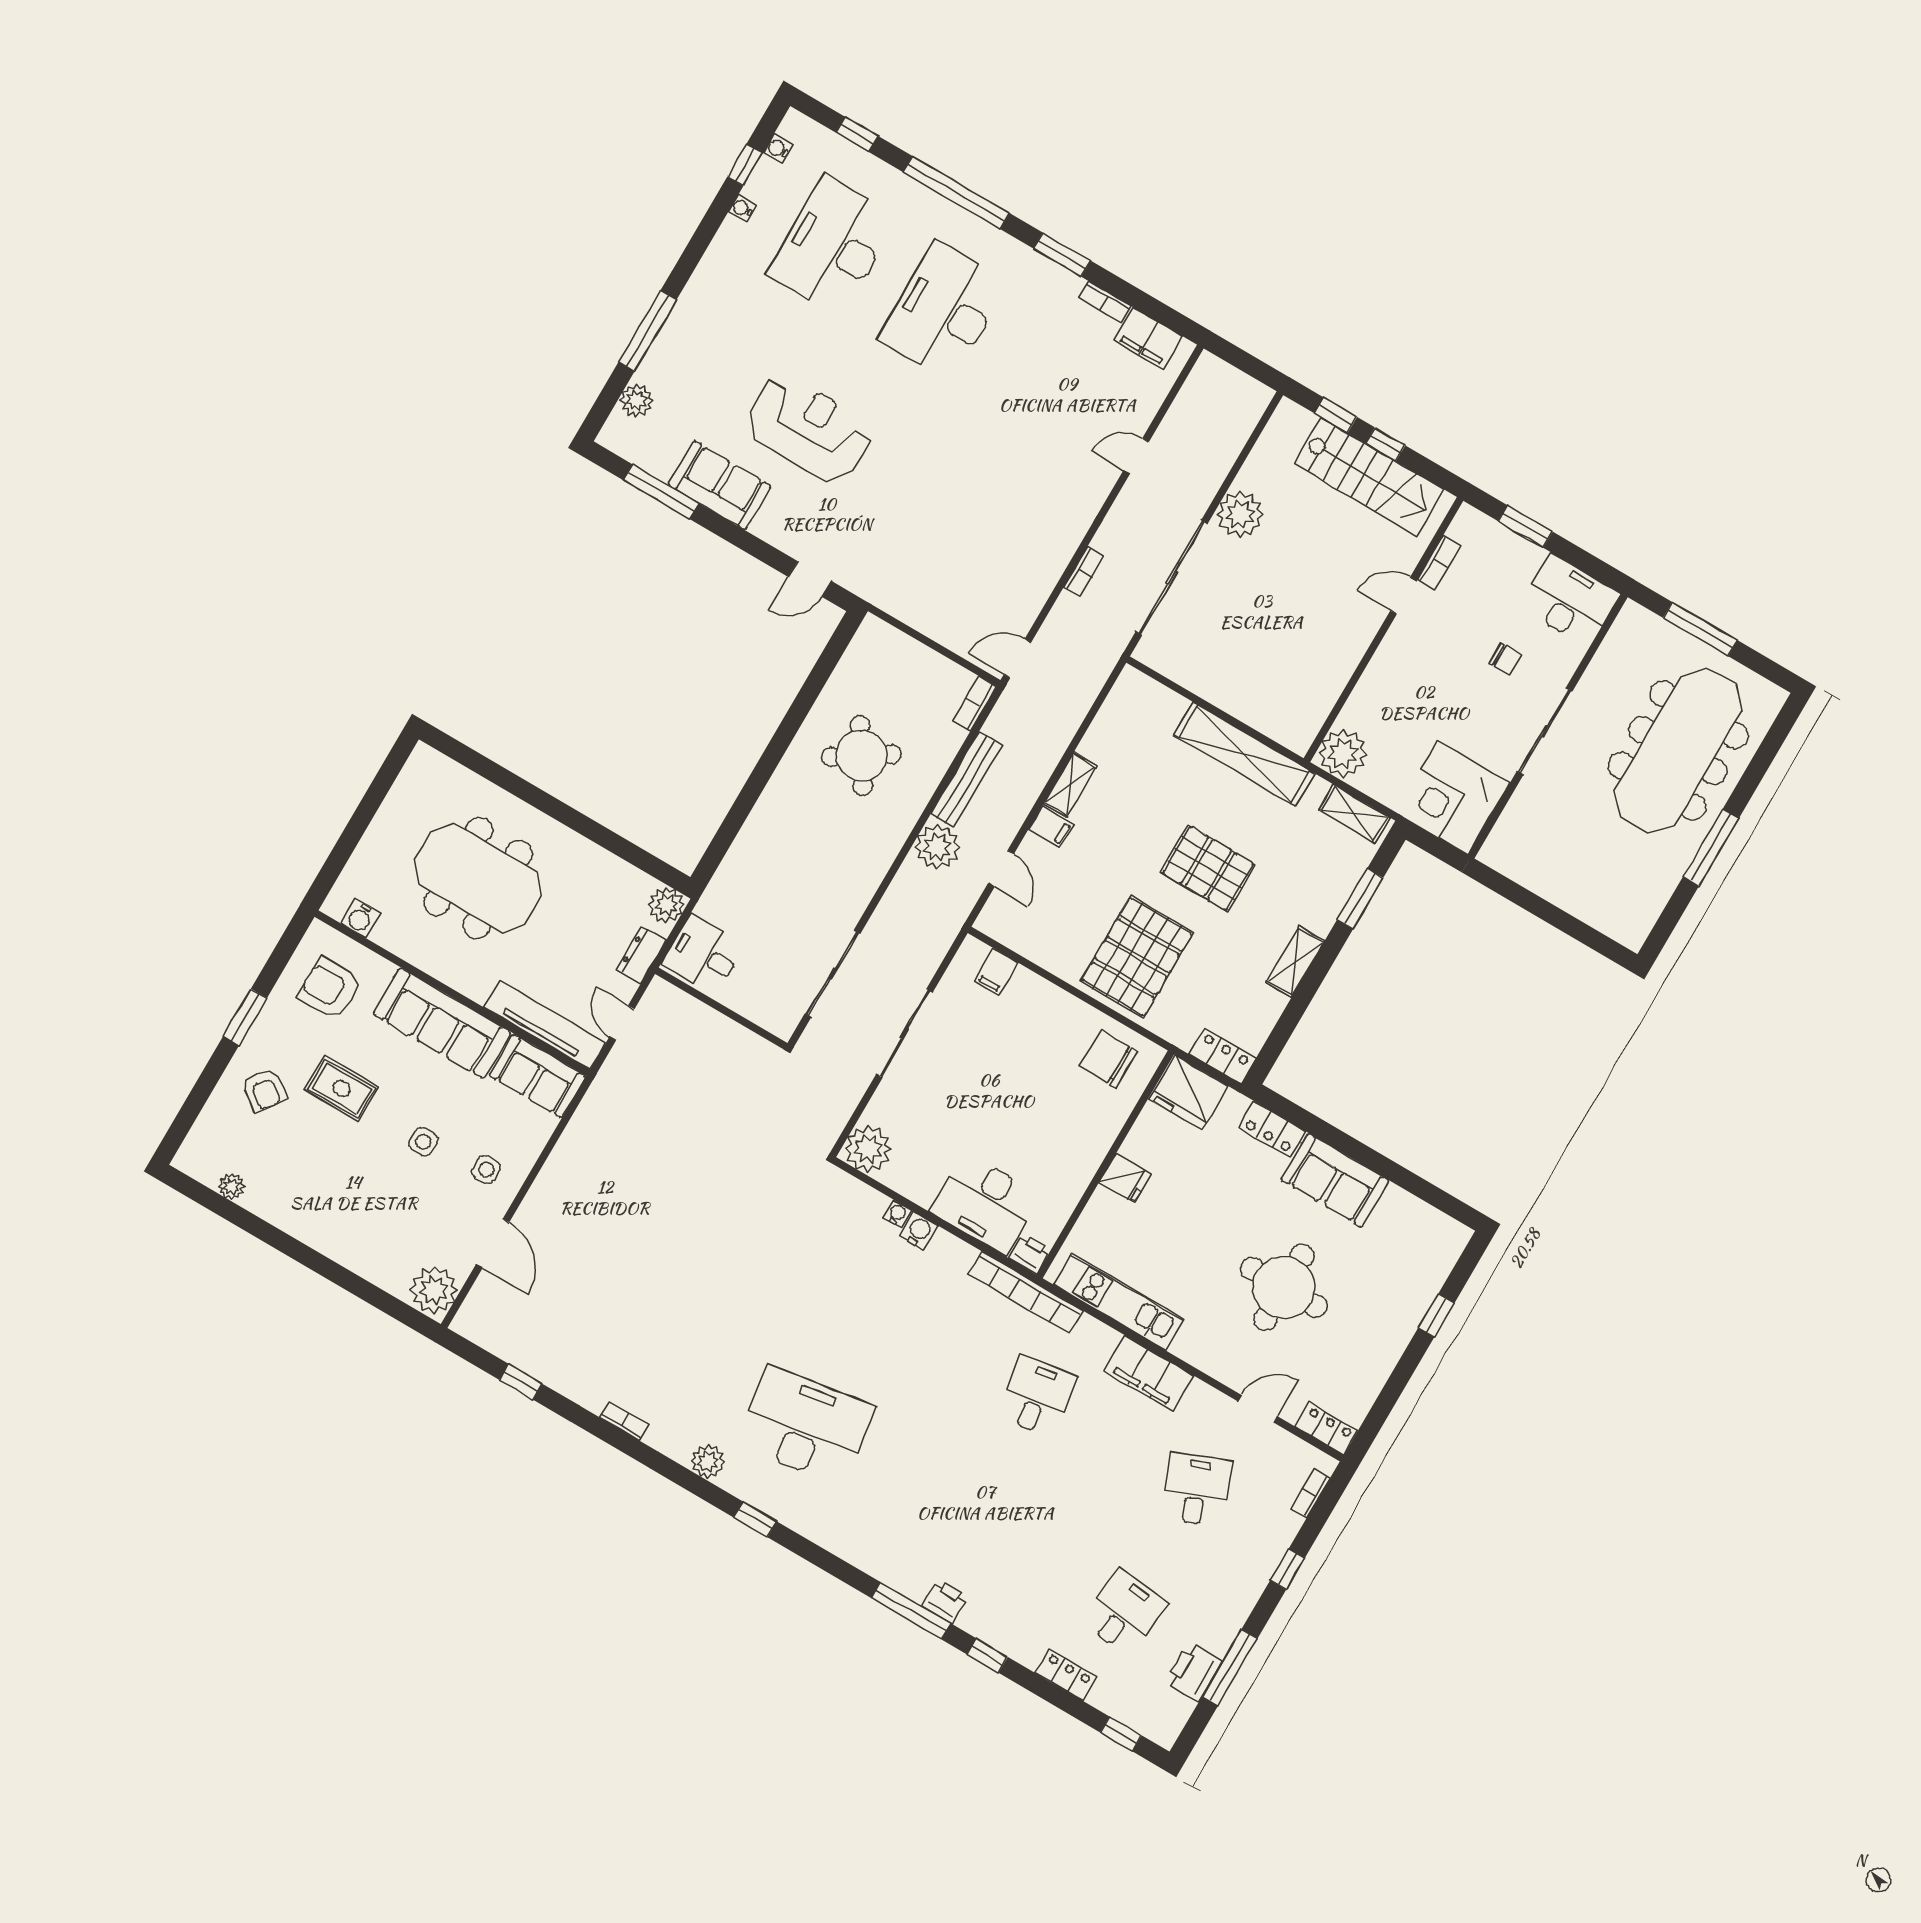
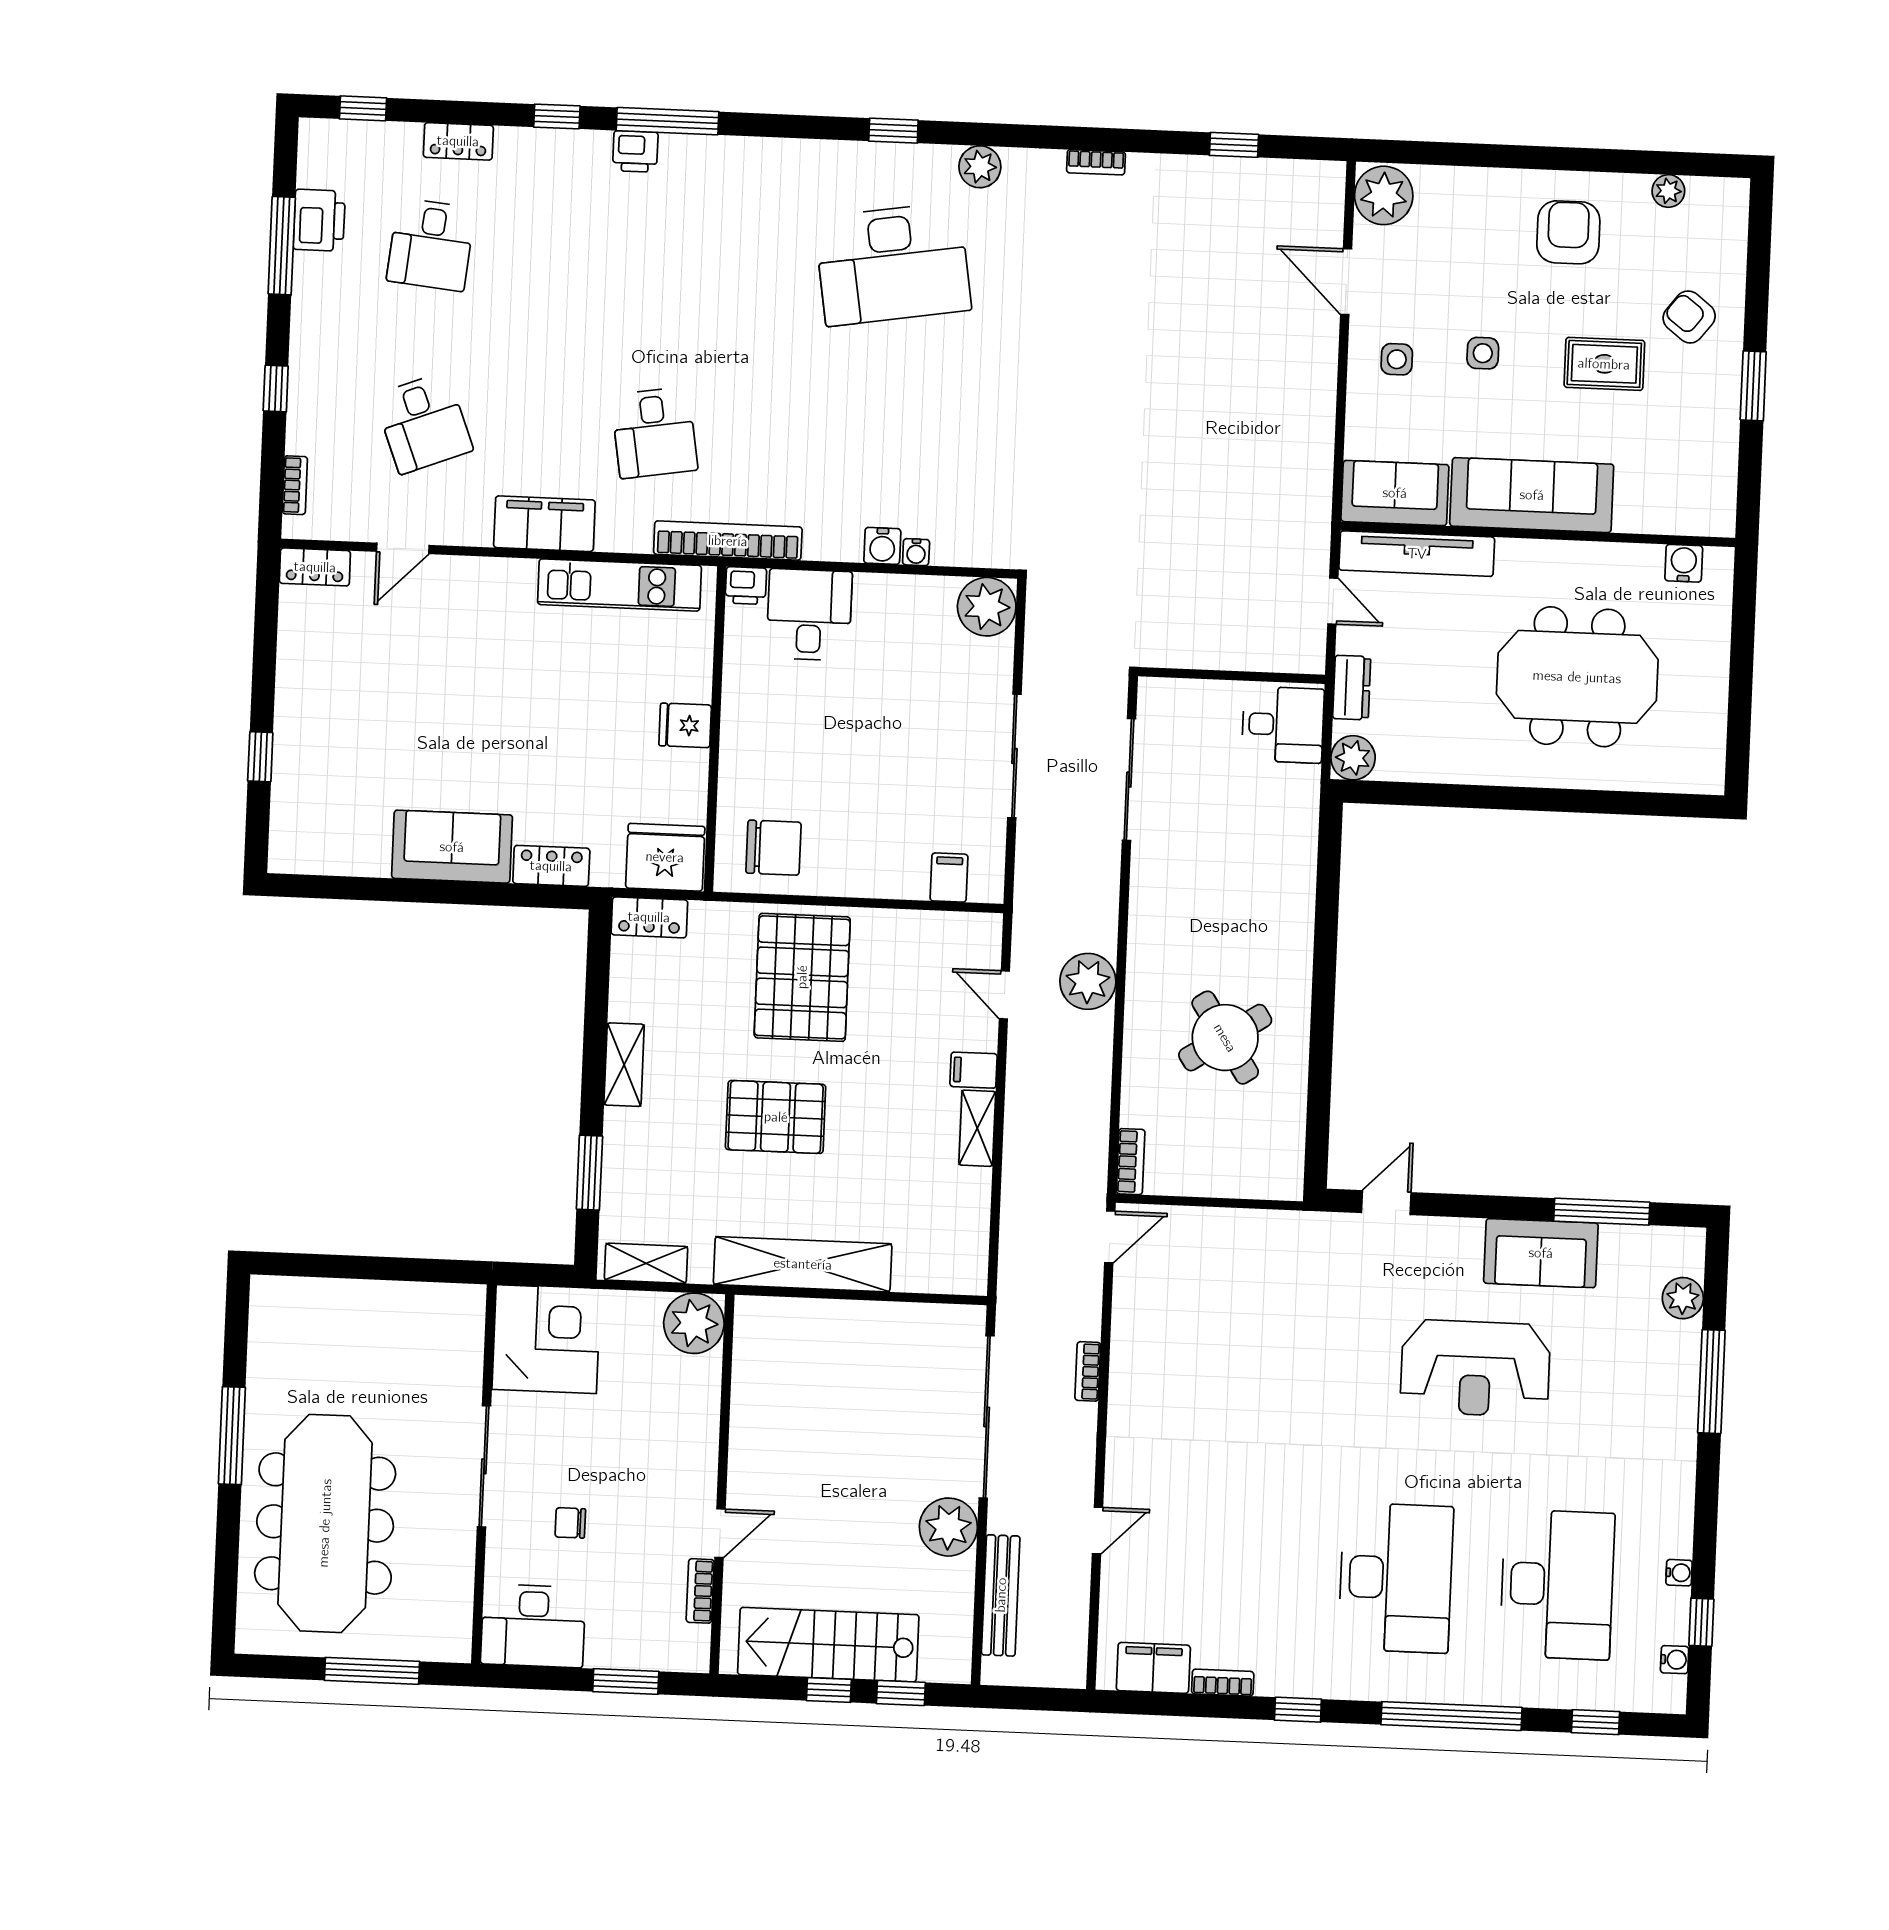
window: (1062, 255) -> (1298, 1710), width x0.67
bench: (966, 779) -> (1001, 1595), moved
armchair: (330, 989) -> (1568, 232), moved, turned -90
desk: (985, 1203) -> (809, 615), width x0.73
round table: (1284, 1287) -> (445, 698), removed

